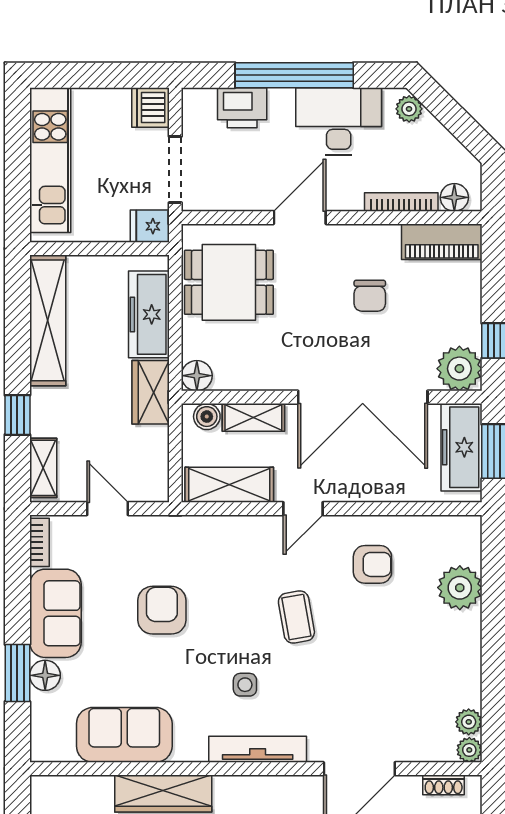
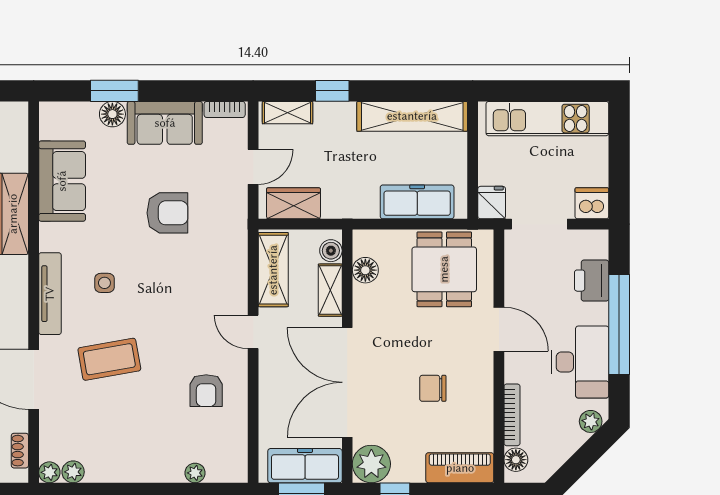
piano: (442, 242) -> (460, 468), moved, turned 90
floor lamp: (197, 376) -> (365, 270), moved
wardrobe: (151, 392) -> (293, 203), moved
plant: (460, 588) -> (195, 473), width x0.53, depth x0.53
coffee table: (296, 617) -> (109, 359), moved, width x1.36, depth x1.30

